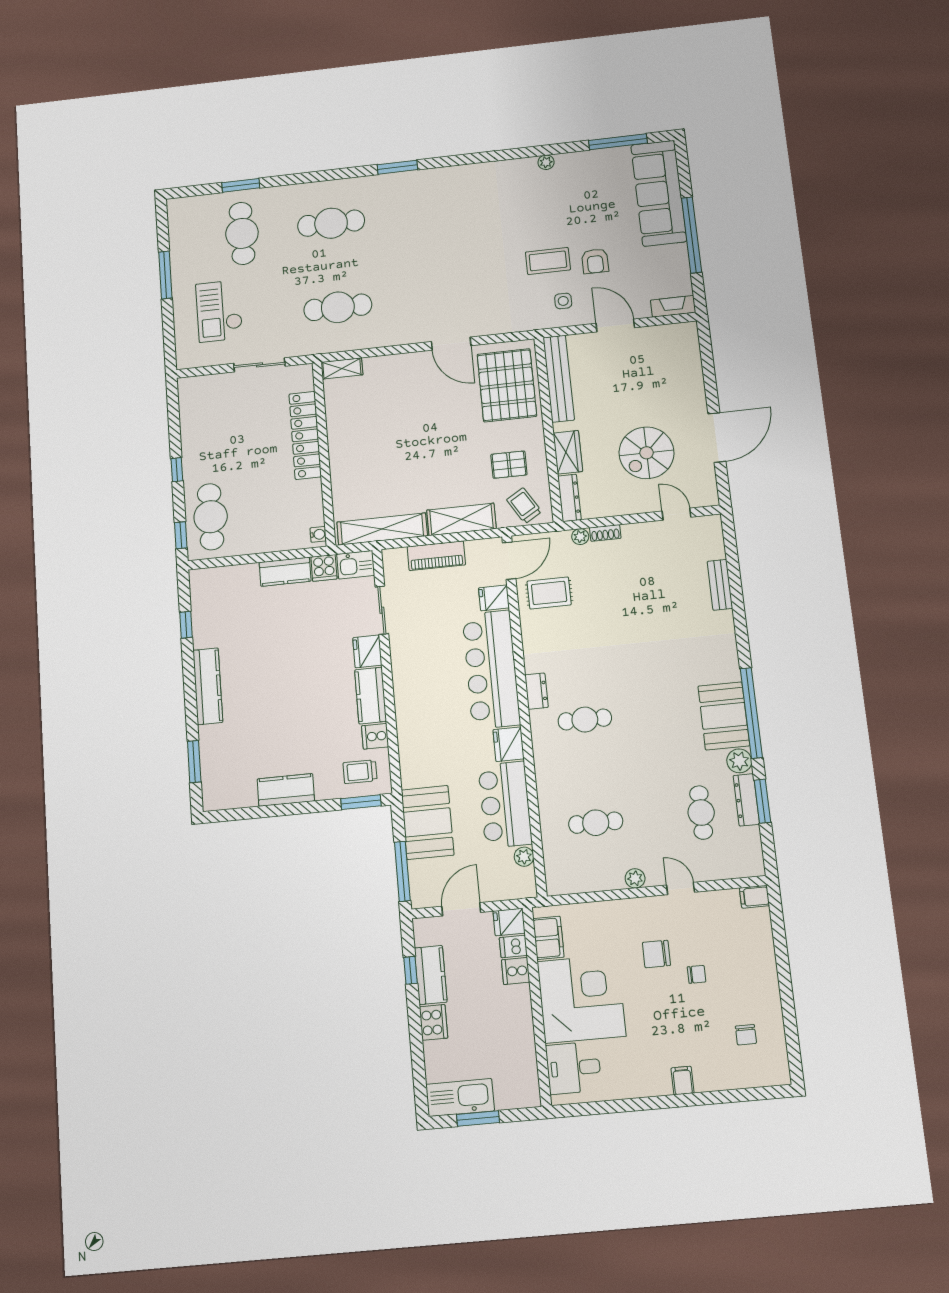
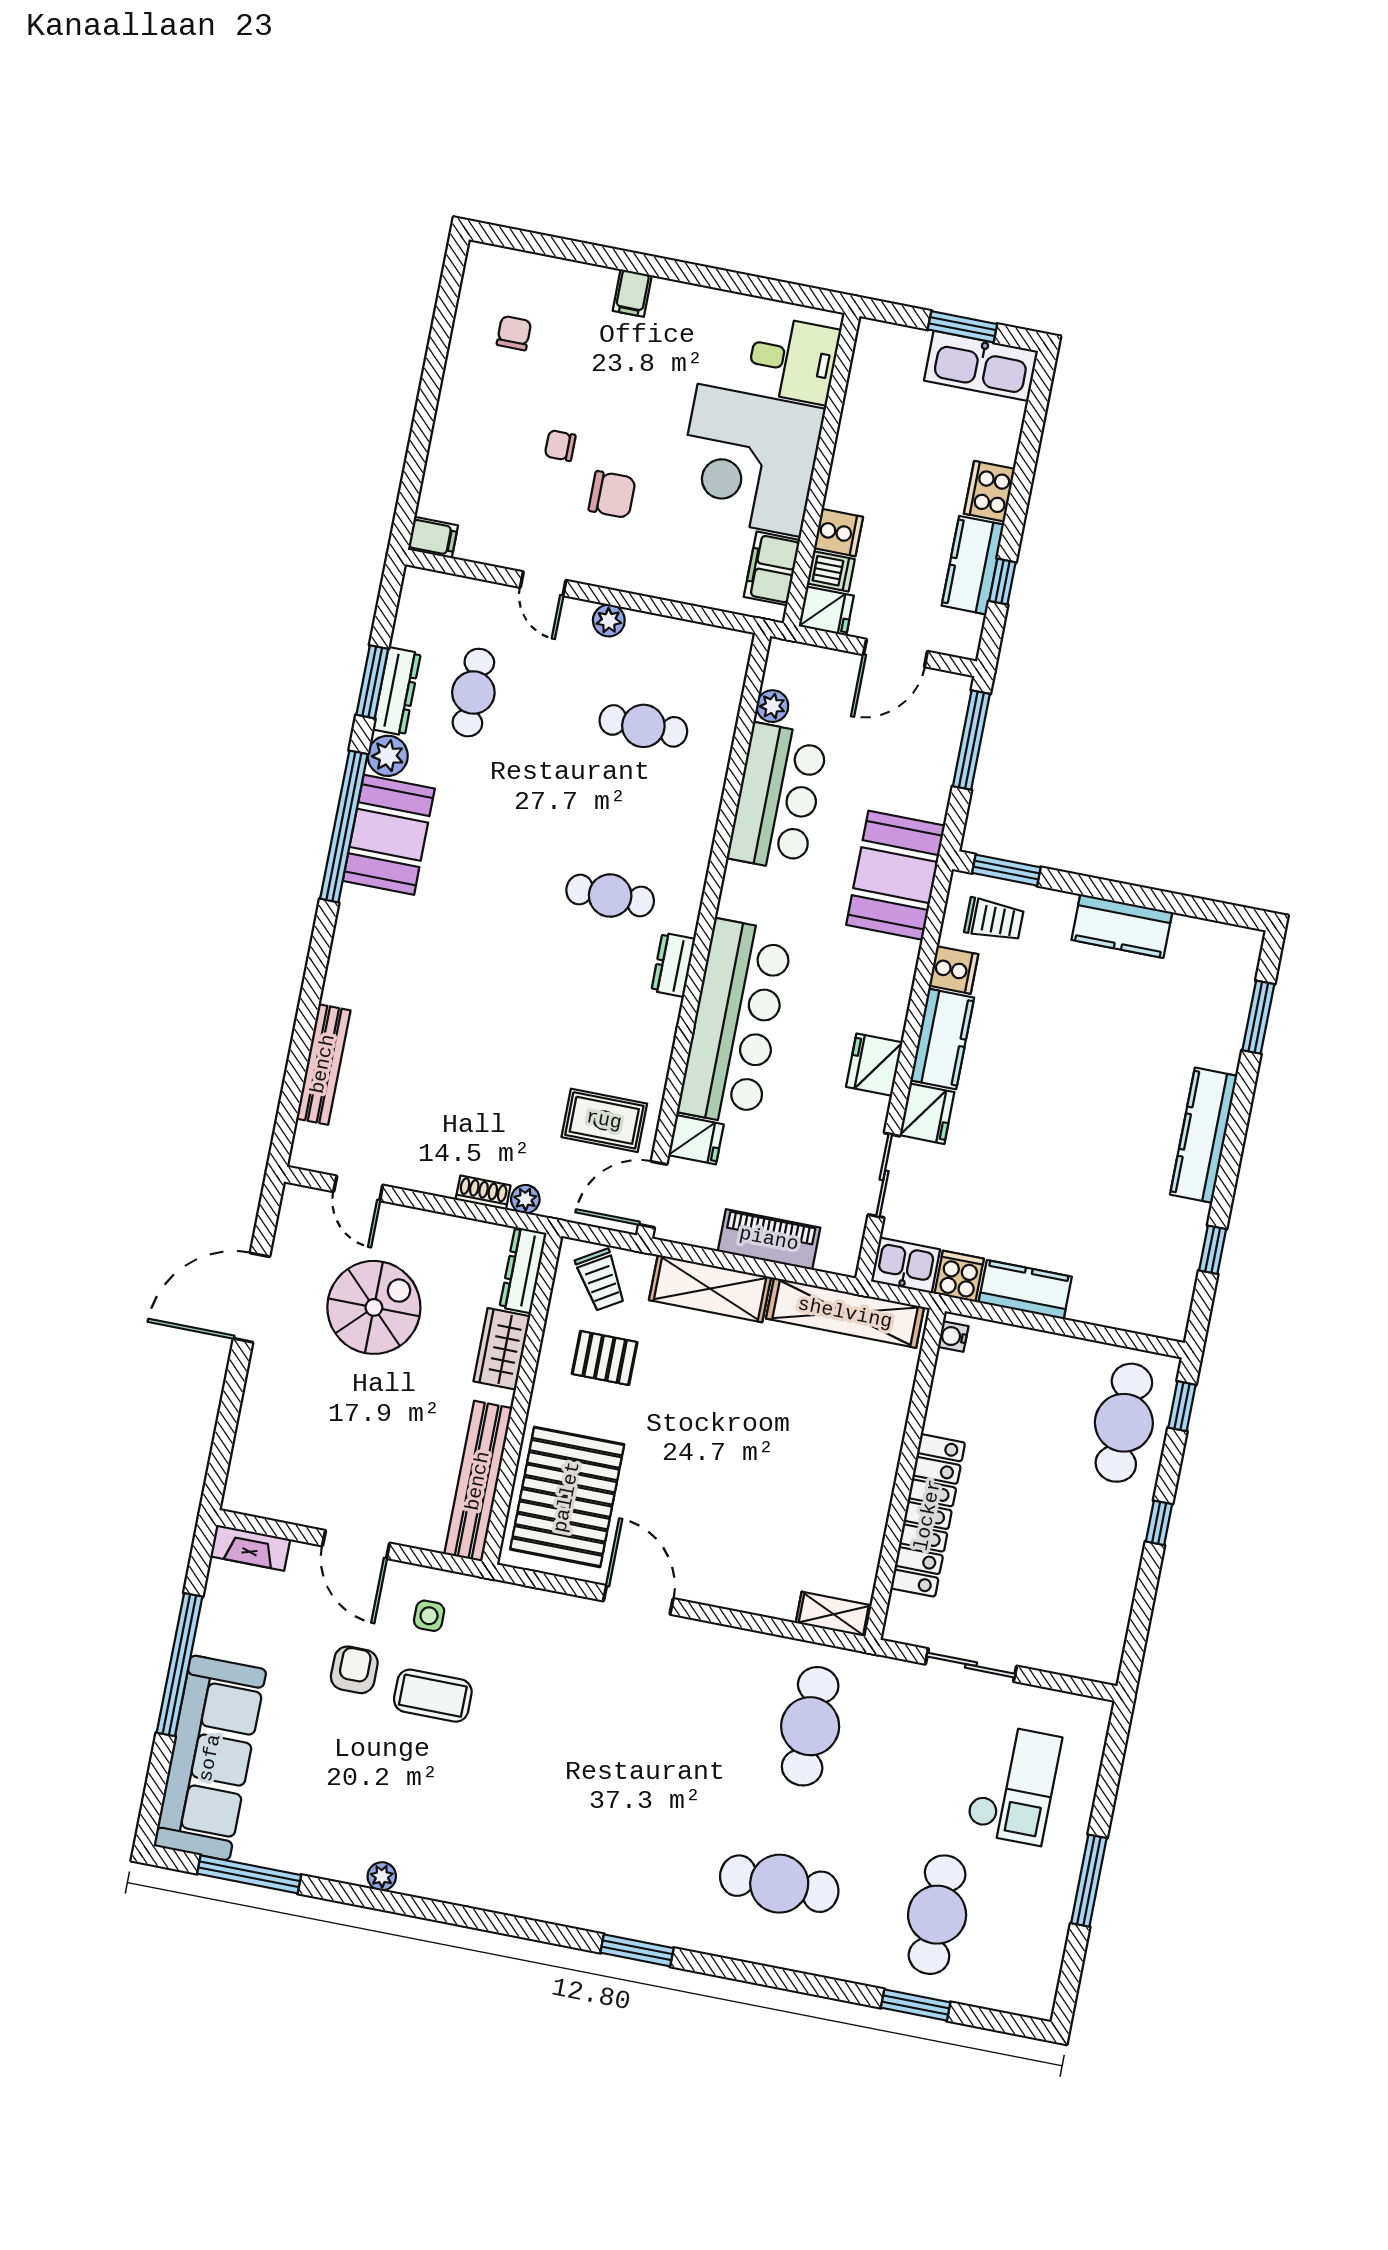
cafe table: (338, 307) -> (810, 1726), turned 90
bench: (720, 585) -> (323, 1064), width x1.36
fridge: (508, 744) -> (874, 1065), moved, turned 180
booth: (427, 822) -> (896, 875), moved

